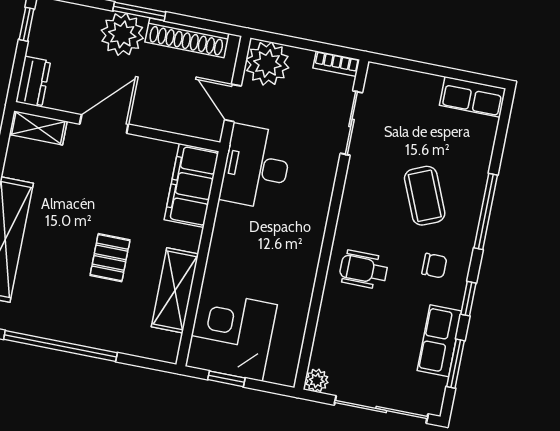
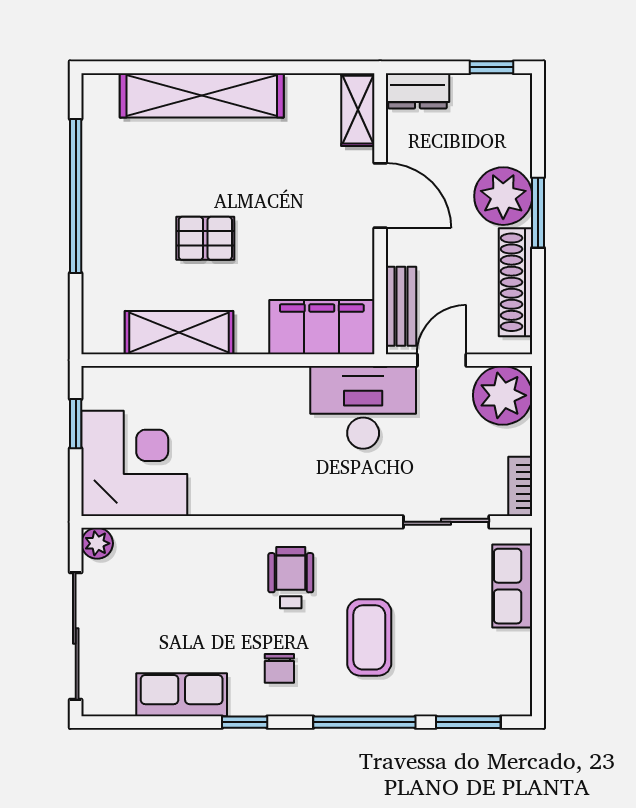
row of seats: (473, 97) -> (512, 586), moved
bench: (188, 125) -> (401, 306), added
coffee table: (425, 196) -> (369, 637), turned -67
wheelchair: (364, 270) -> (291, 578), moved
corner desk: (231, 335) -> (134, 463), moved
window: (456, 364) -> (468, 722), moved

